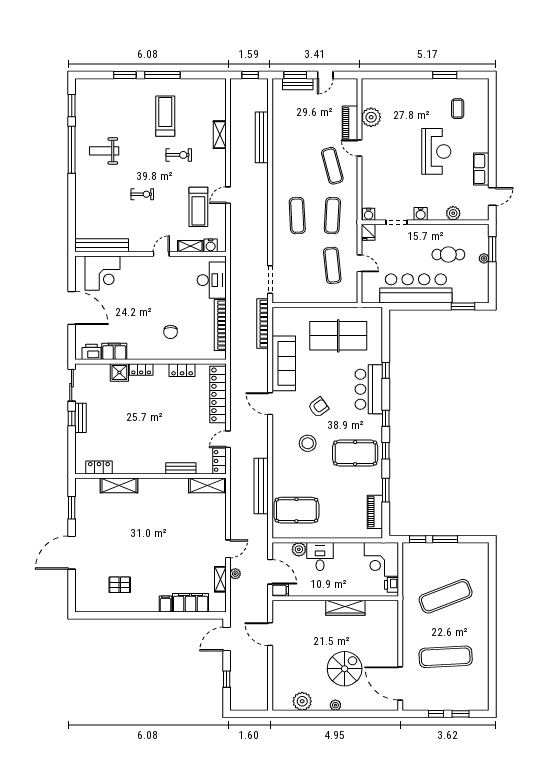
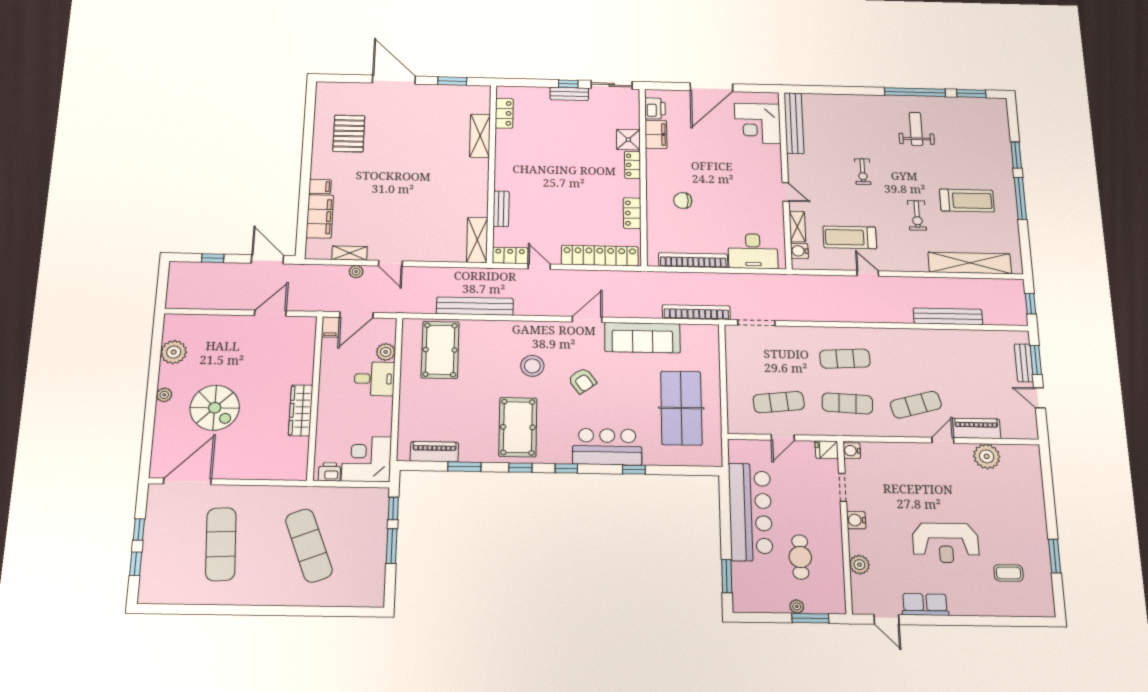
shelving: (220, 135) -> (970, 263), width x2.20, depth x1.33
pallet: (120, 585) -> (349, 134), width x1.50, depth x1.42

